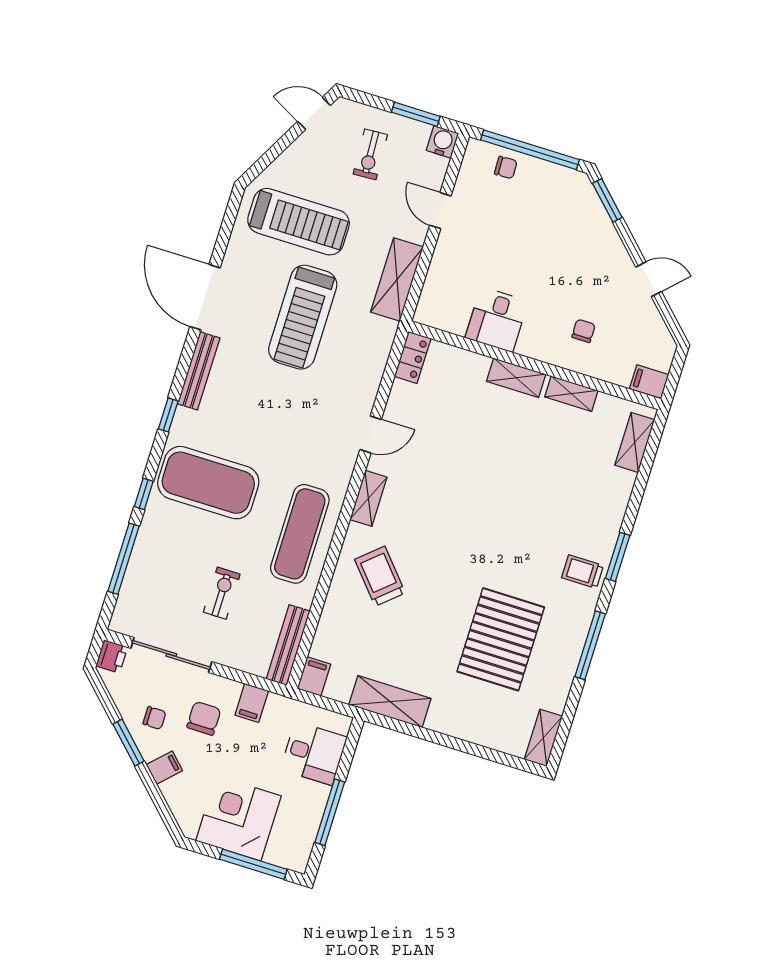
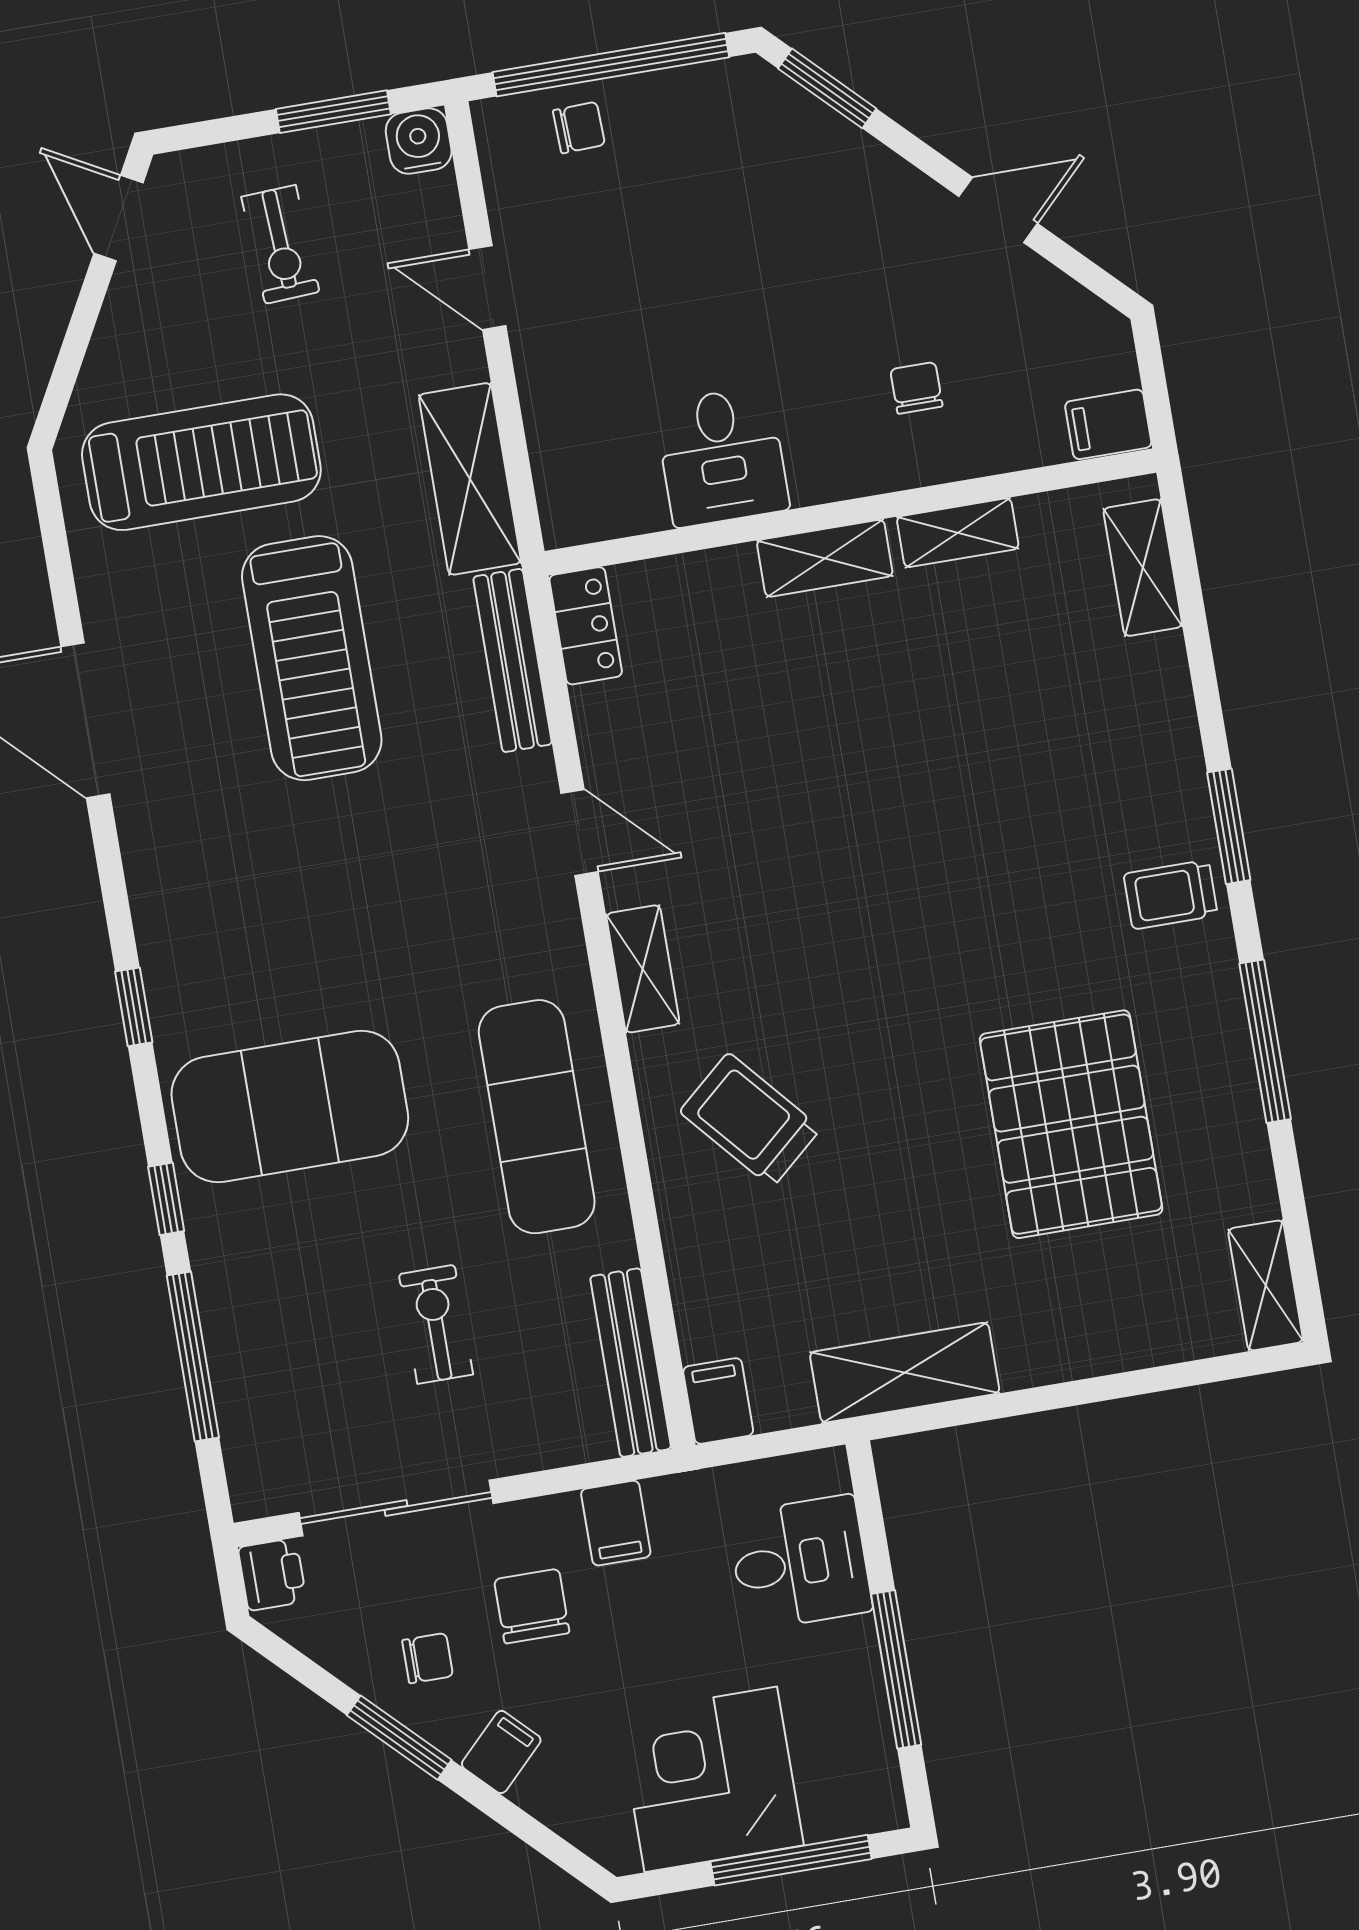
door: (314, 113) -> (118, 218), hinge flipped
bench: (199, 371) -> (513, 660), moved
door: (371, 434) -> (579, 832), hinge flipped

